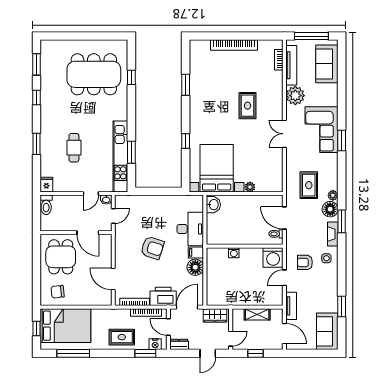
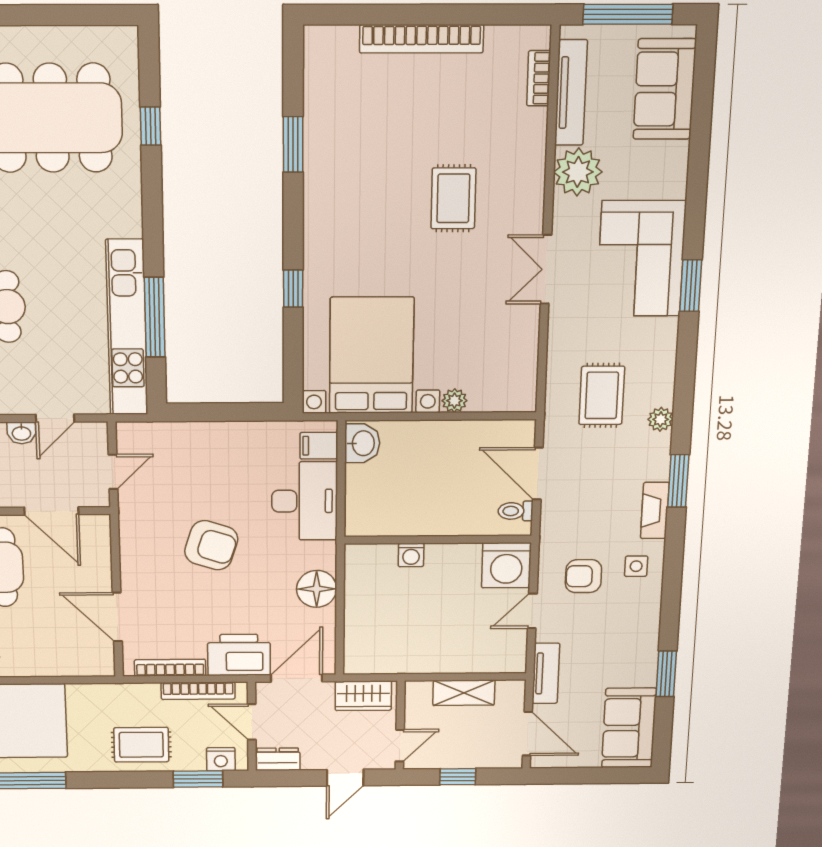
window: (131, 152) -> (155, 317), width x1.44
washbasin: (106, 199) -> (21, 433), moved
floor lamp: (330, 209) -> (652, 452), removed
filing cabinet: (196, 252) -> (319, 446), moved

